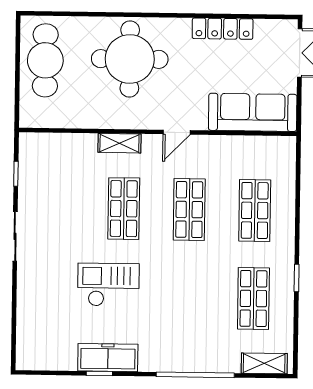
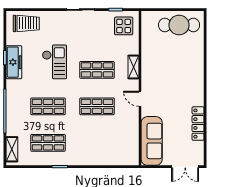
round table: (130, 59) -> (180, 72), removed
display table: (46, 160) -> (124, 26), added
shop shelf: (255, 210) -> (48, 106), moved
trolley: (39, 334) -> (26, 23), added

